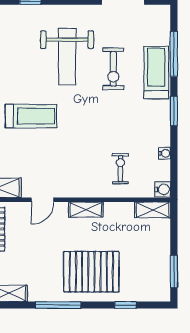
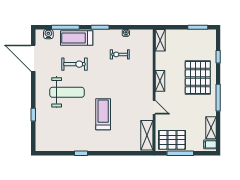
exercise bike: (120, 169) -> (120, 54), moved
water cooler: (163, 189) -> (48, 34), moved

